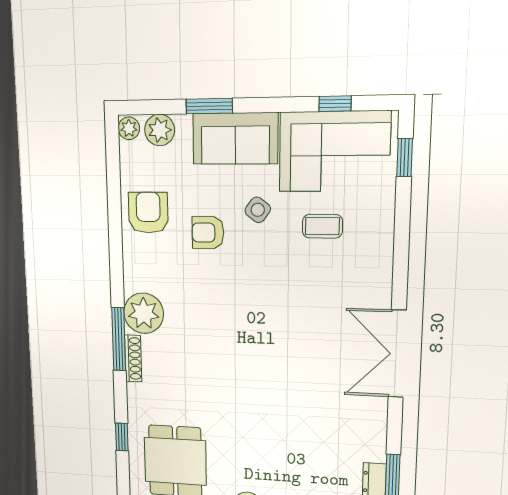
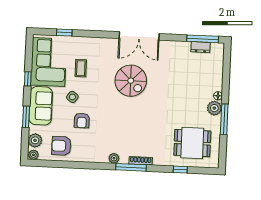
window: (335, 104) -> (28, 79), moved
window: (405, 158) -> (64, 33), moved
armchair: (148, 213) -> (61, 146), moved
plant: (144, 313) -> (114, 158), width x0.53, depth x0.53
spiral stairs: (298, 337) -> (131, 81), added

